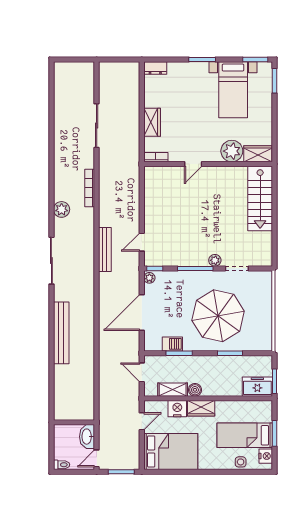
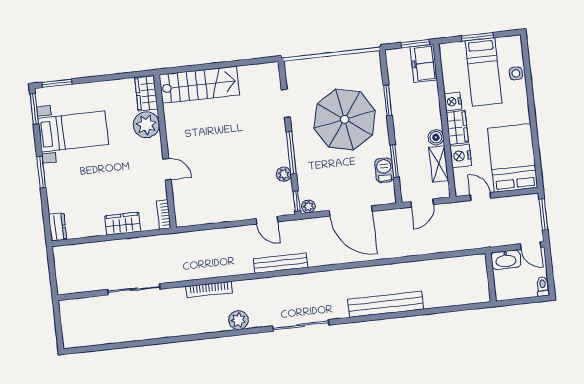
plant: (215, 260) -> (284, 174), moved
nightstand: (266, 456) -> (453, 102), moved, turned -90

